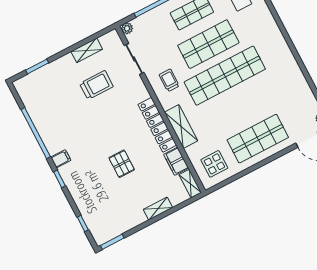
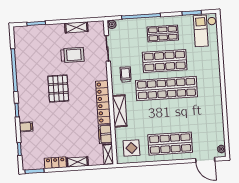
filing cabinet: (61, 159) -> (26, 127), moved
pallet: (122, 164) -> (58, 89), moved, width x1.50, depth x1.42
locker: (132, 221) -> (55, 163), added

